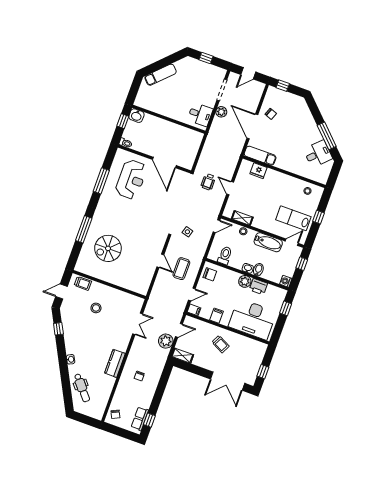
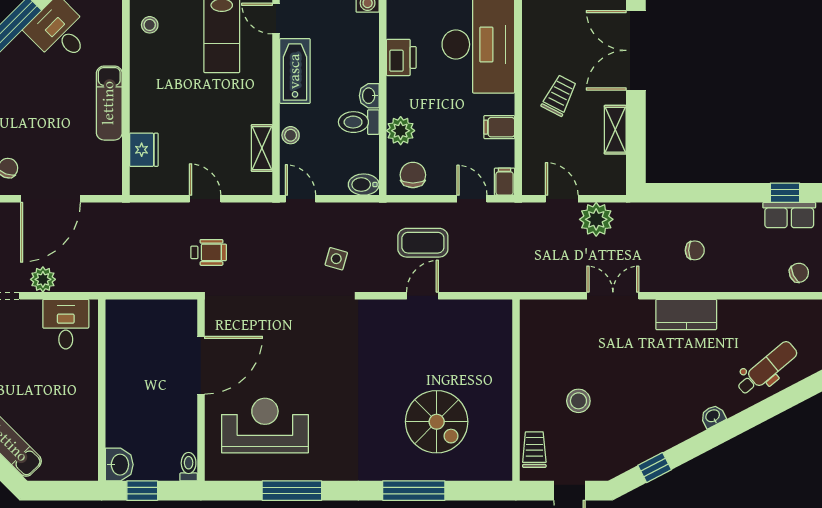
exam couch: (260, 156) -> (109, 103), moved
door: (230, 188) -> (205, 199), swing flipped
toilet: (225, 255) -> (359, 122), moved
bidet: (258, 270) -> (364, 185), moved
plant: (245, 281) -> (401, 131), moved
double door: (138, 324) -> (613, 296), moved
shelving: (182, 356) -> (615, 130), moved
double door: (228, 381) -> (636, 50), swing flipped

